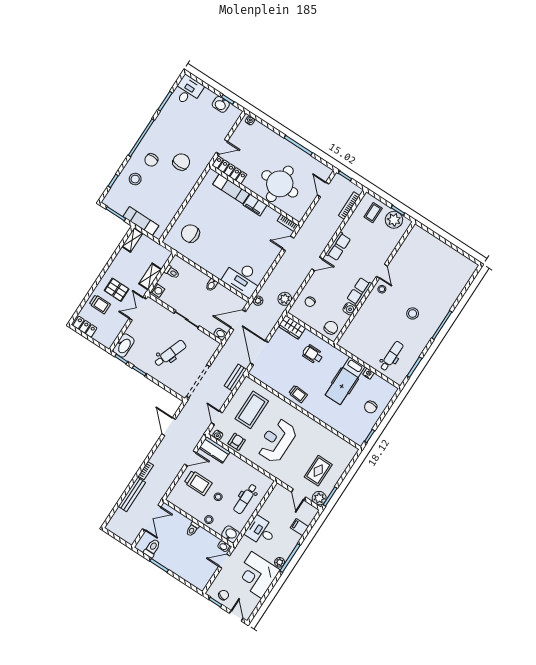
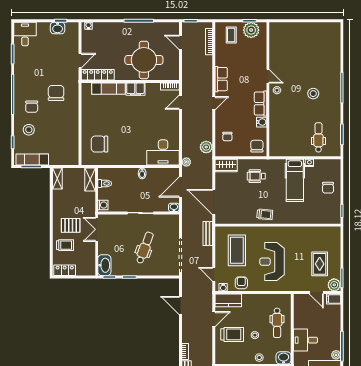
exam couch: (141, 221) -> (32, 160), moved
shelving: (150, 277) -> (90, 180), moved
filing cabinet: (299, 527) -> (334, 299), moved

